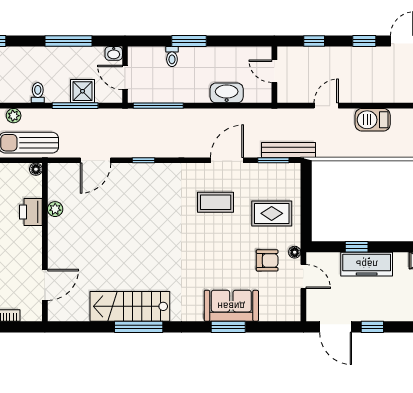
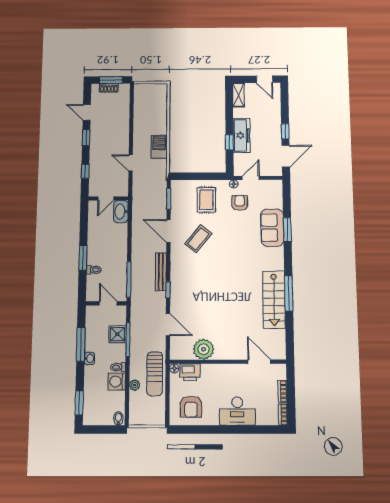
washbasin: (114, 53) -> (89, 358), moved
door: (125, 77) -> (108, 303), swing flipped
washing machine: (18, 91) -> (117, 381), added
washbasin: (227, 93) -> (121, 212), moved
barbecue: (373, 120) -> (159, 147), moved, turned 180
bench: (288, 150) -> (161, 272), moved
coffee table: (216, 202) -> (198, 239), turned 39
plant: (55, 209) -> (204, 349), width x1.88, depth x1.88
printer: (31, 212) -> (190, 372), moved

